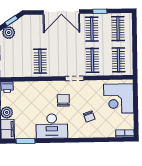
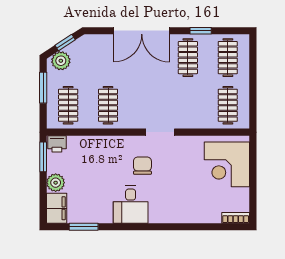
clothes rail: (92, 60) -> (68, 105), moved
chair: (89, 116) -> (182, 191), removed
desk: (52, 126) -> (131, 205), width x0.73

